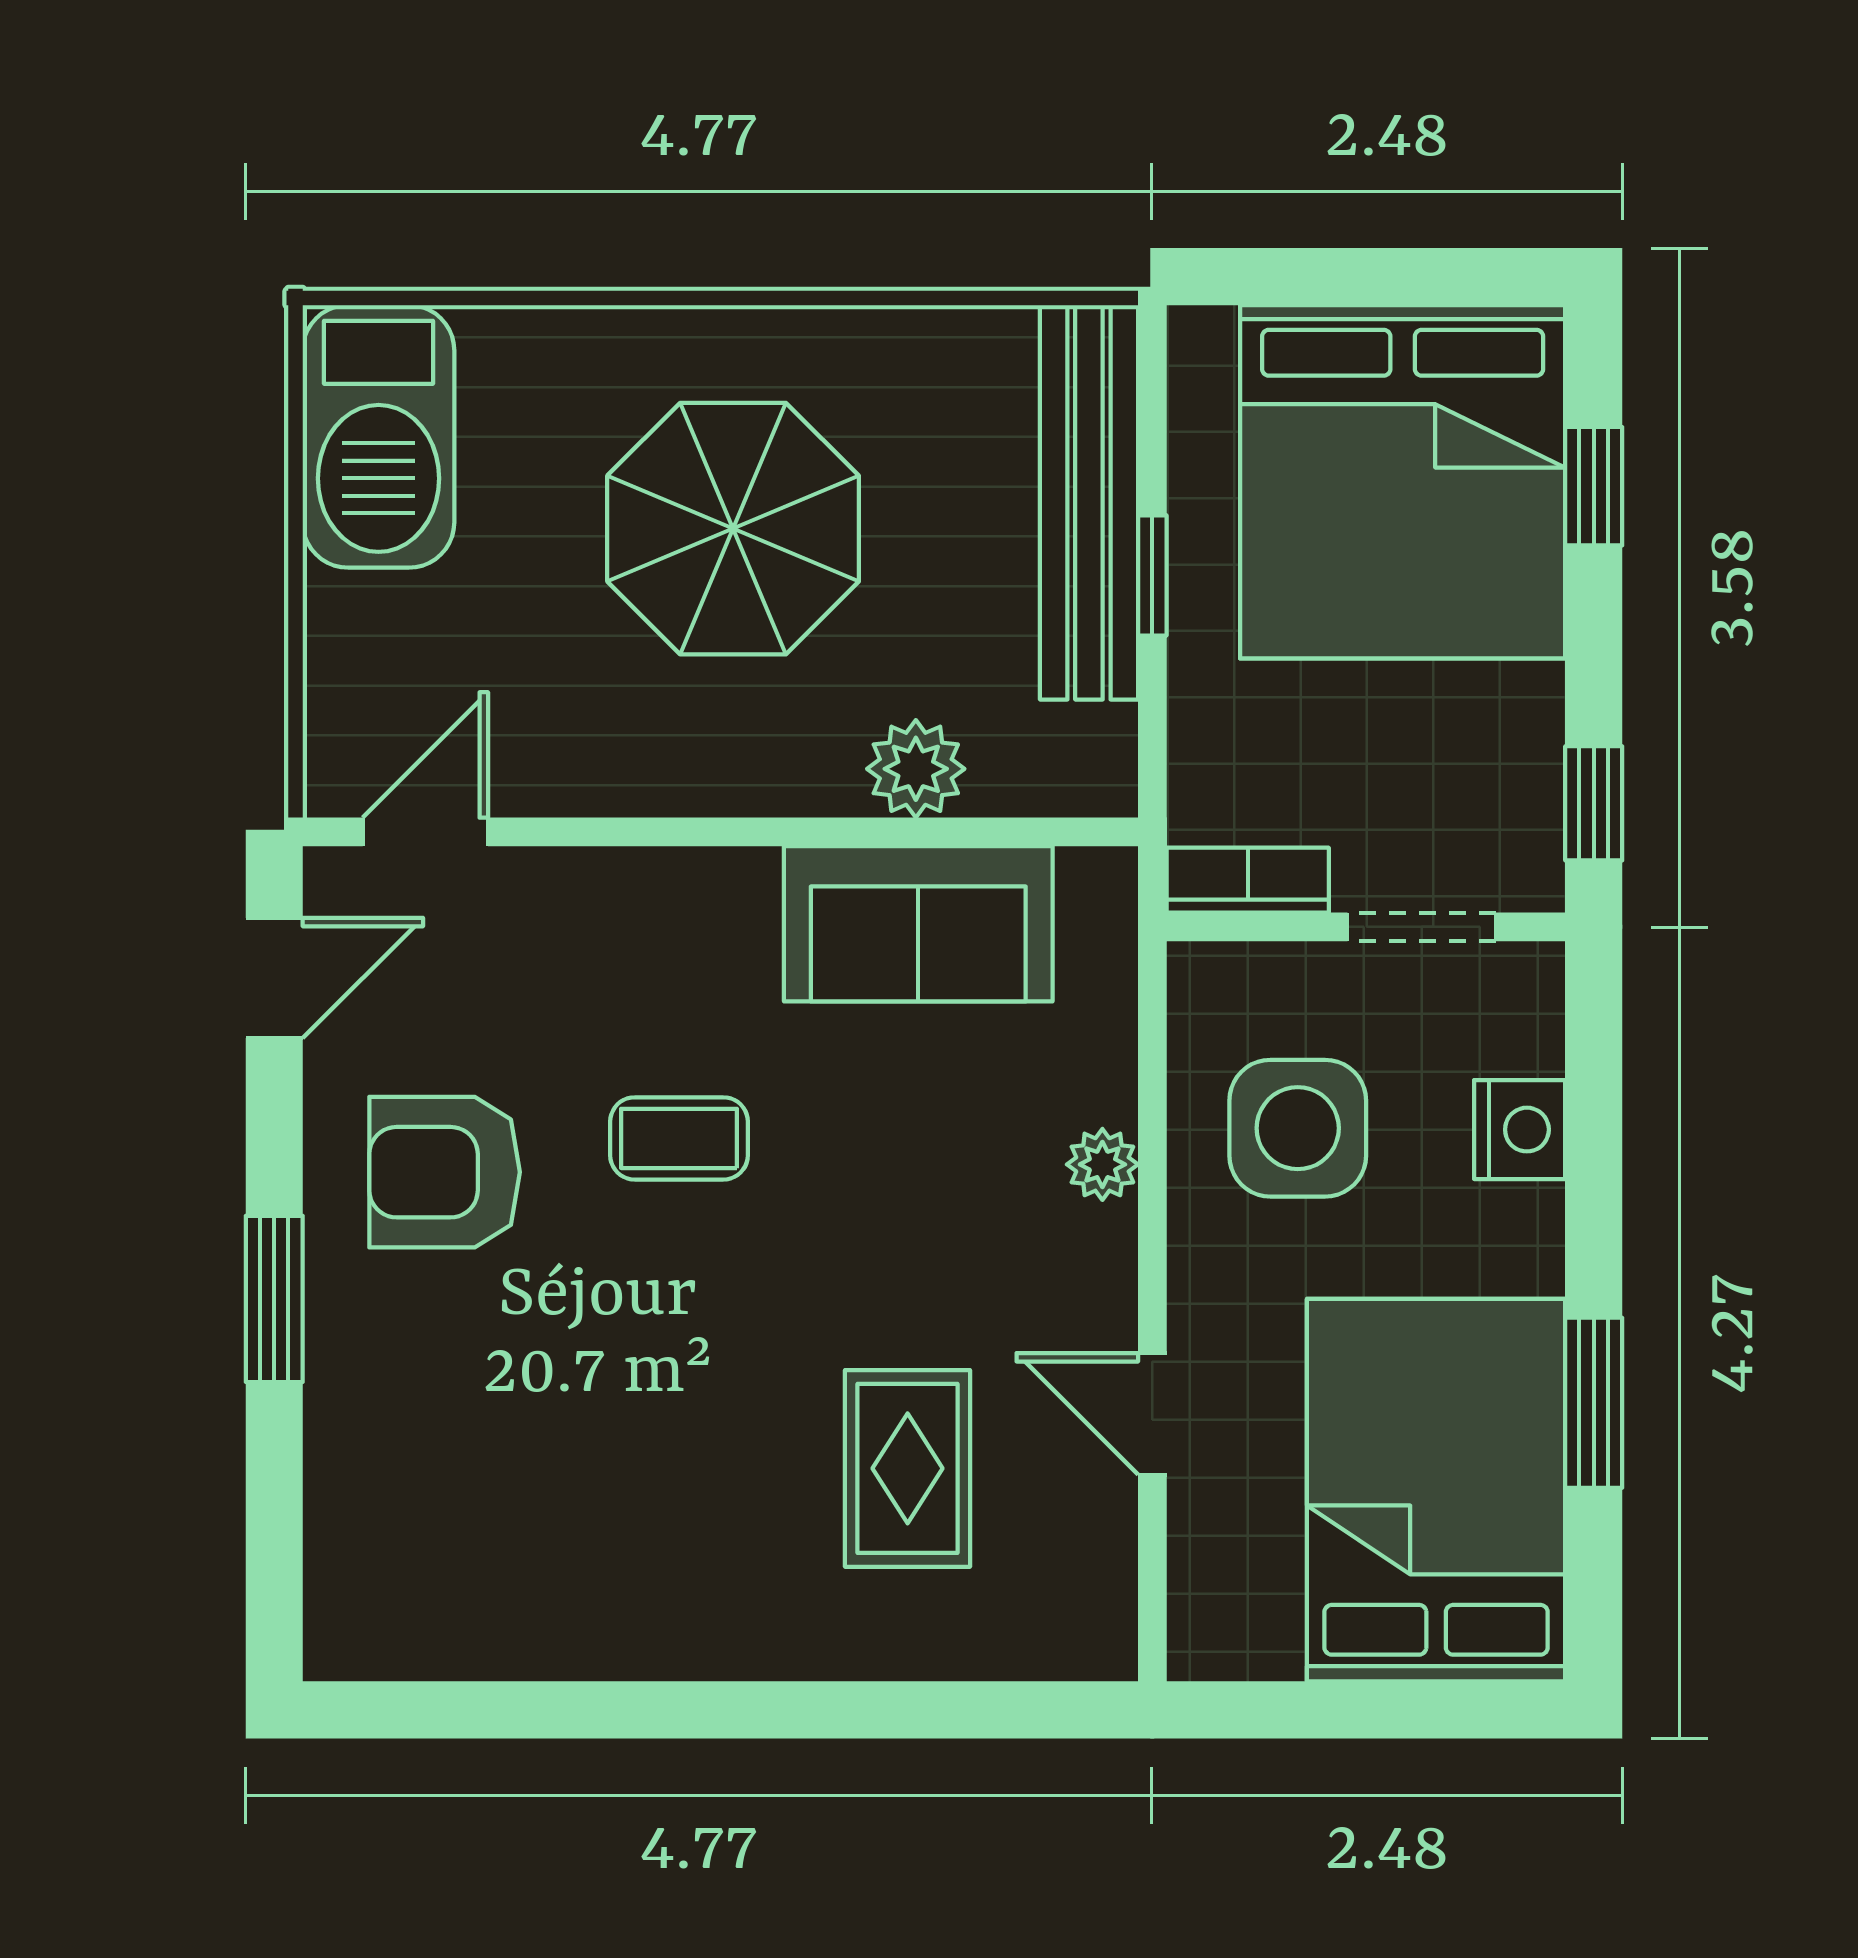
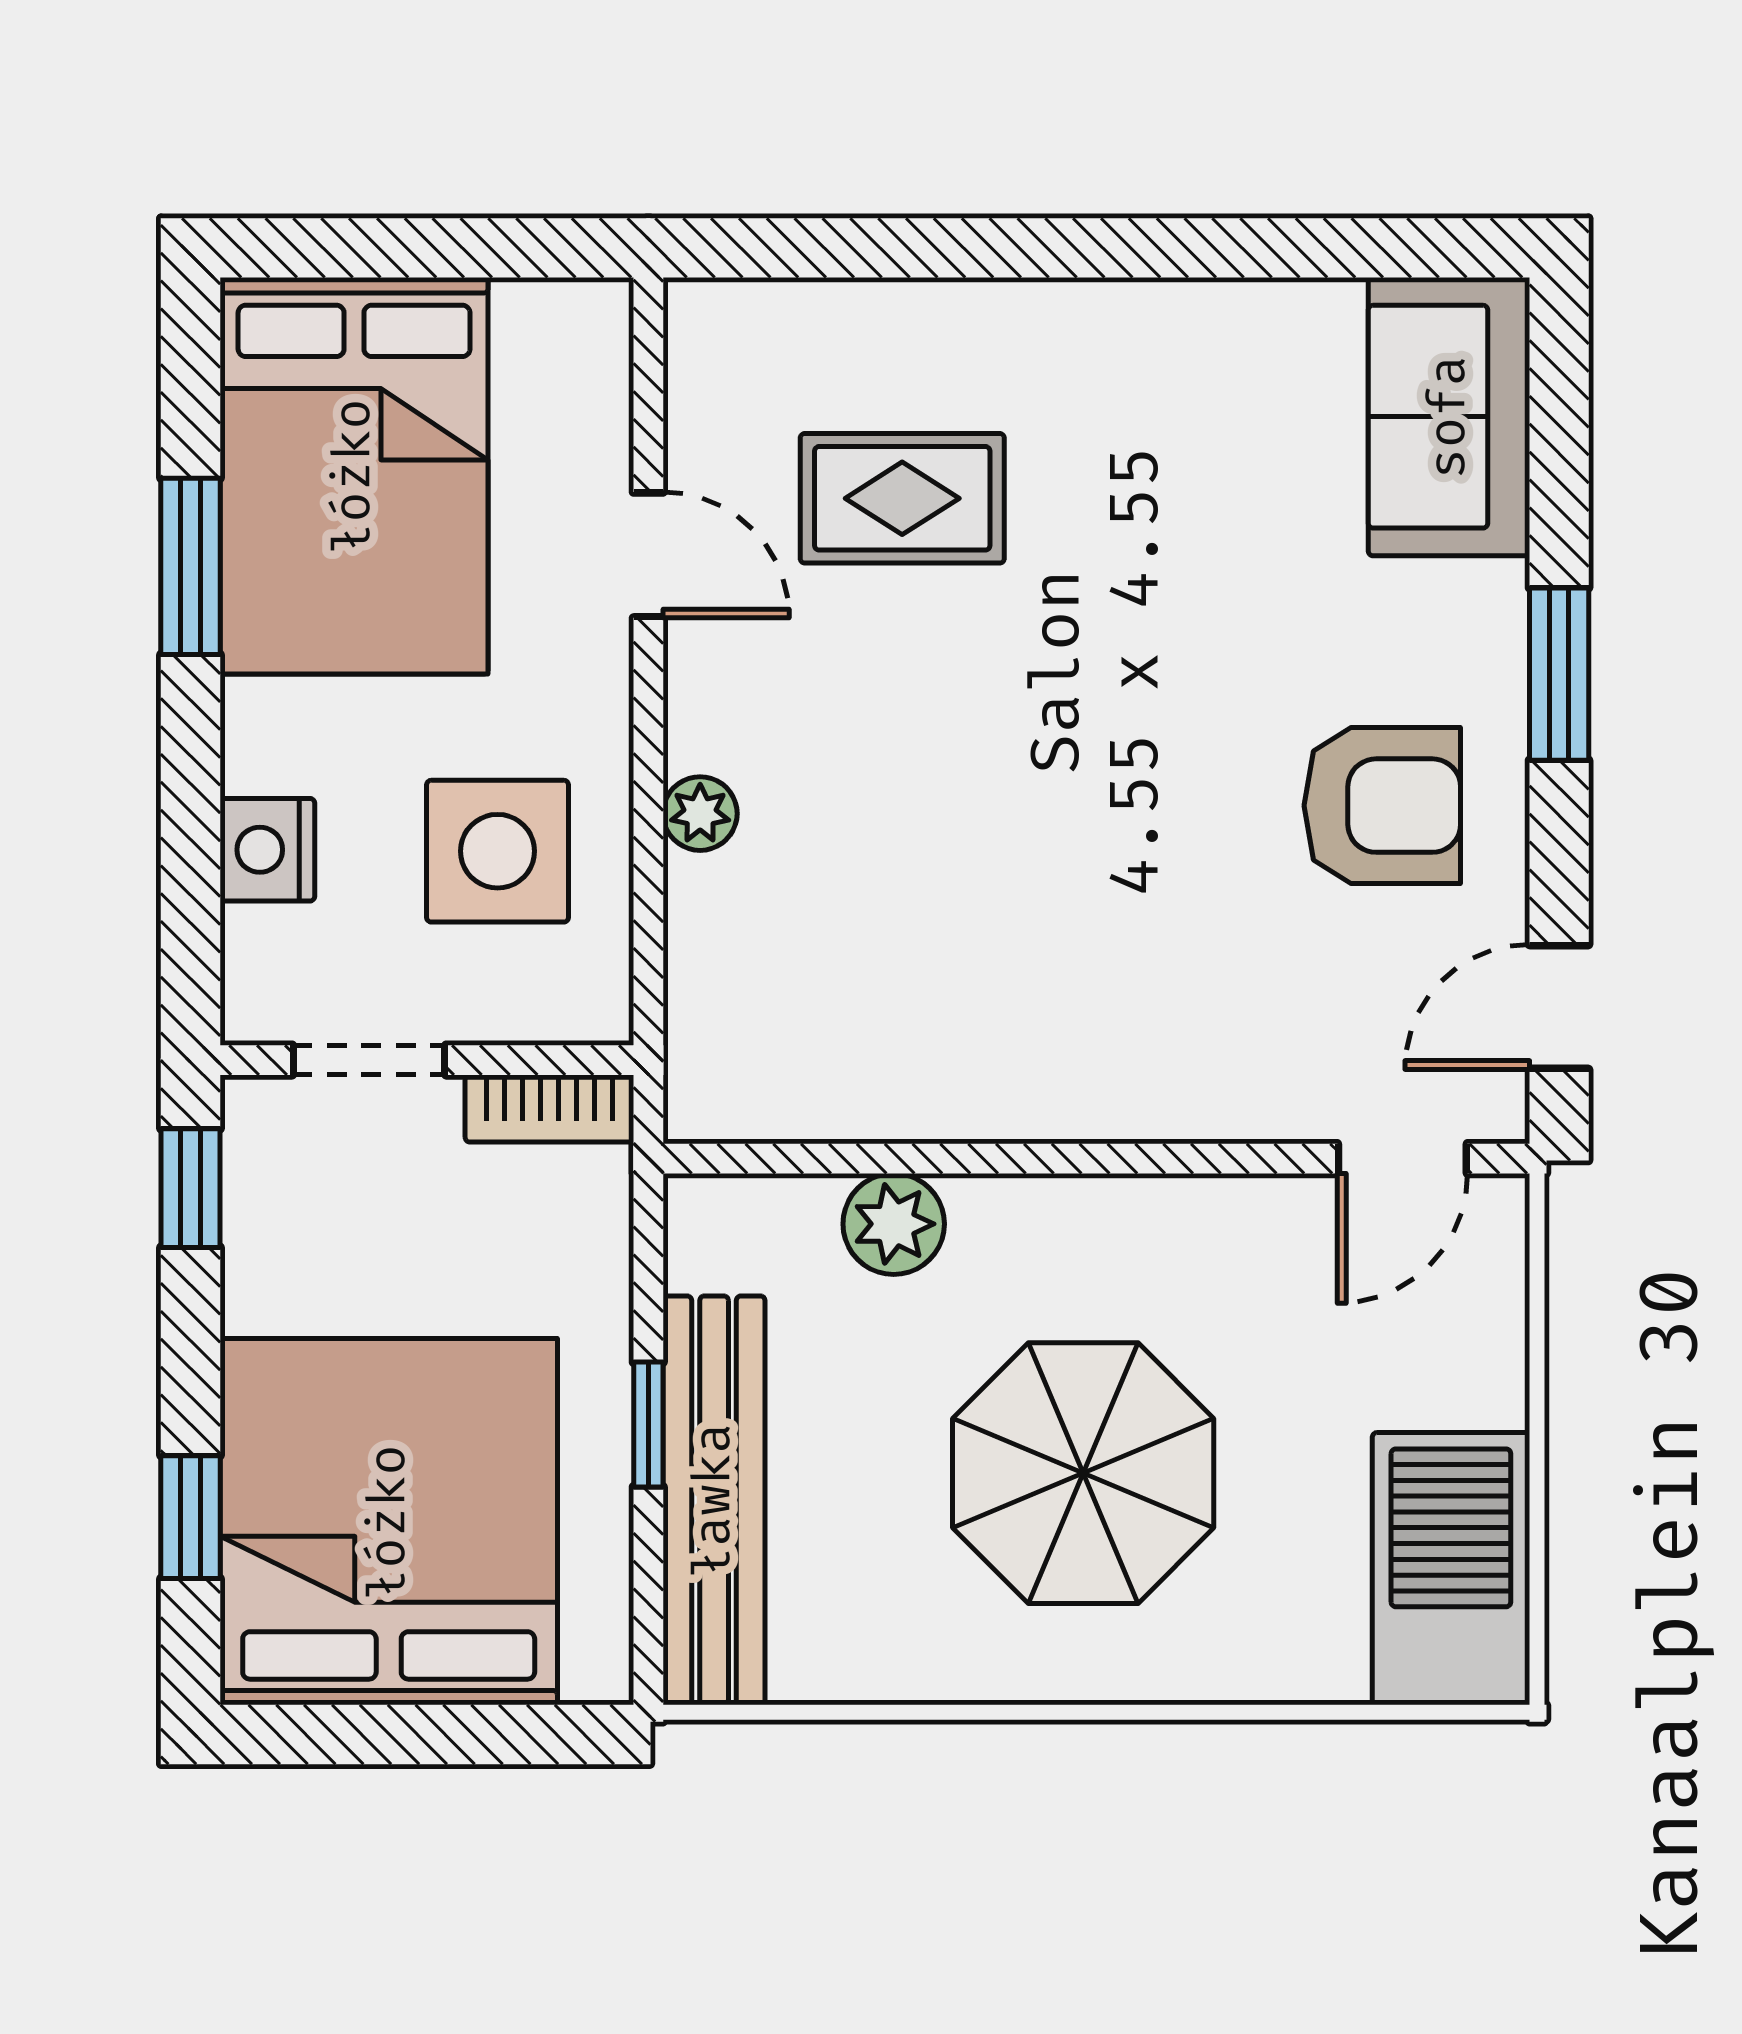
sofa: (918, 924) -> (1449, 417), moved, turned -90
coffee table: (679, 1138) -> (1139, 841), removed
rug: (908, 1468) -> (902, 498), turned 90

